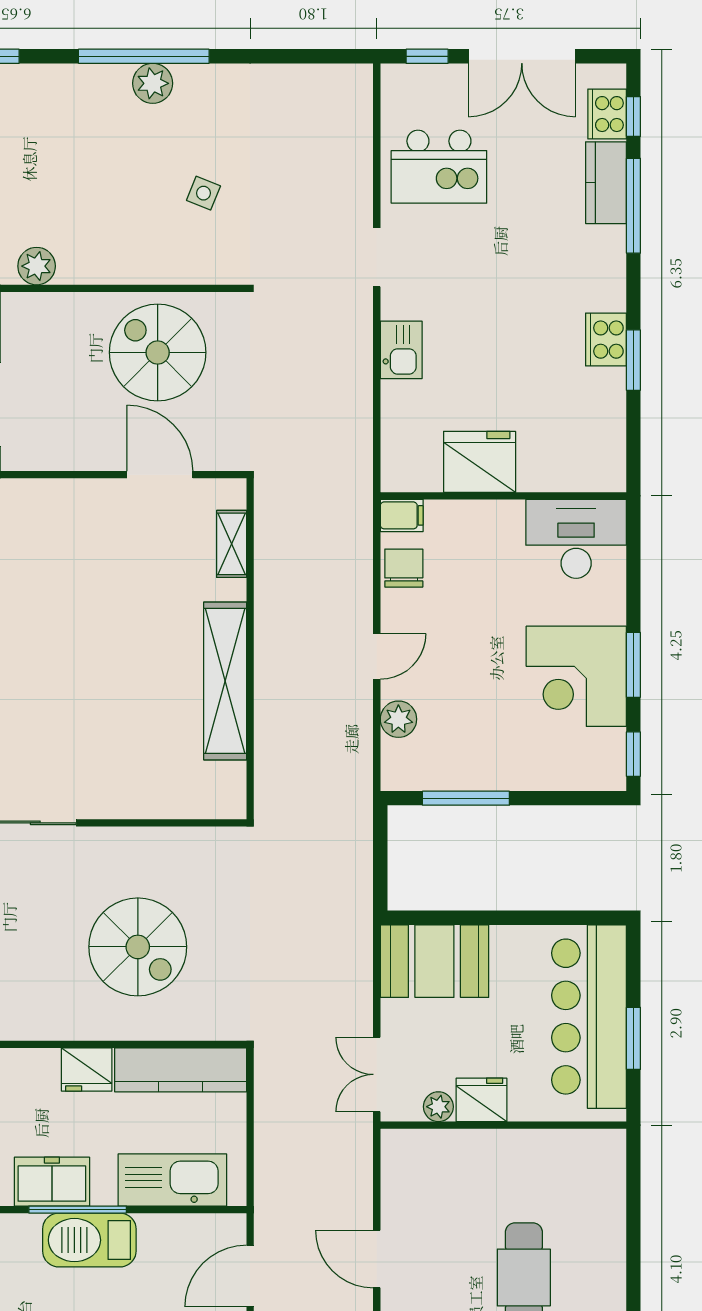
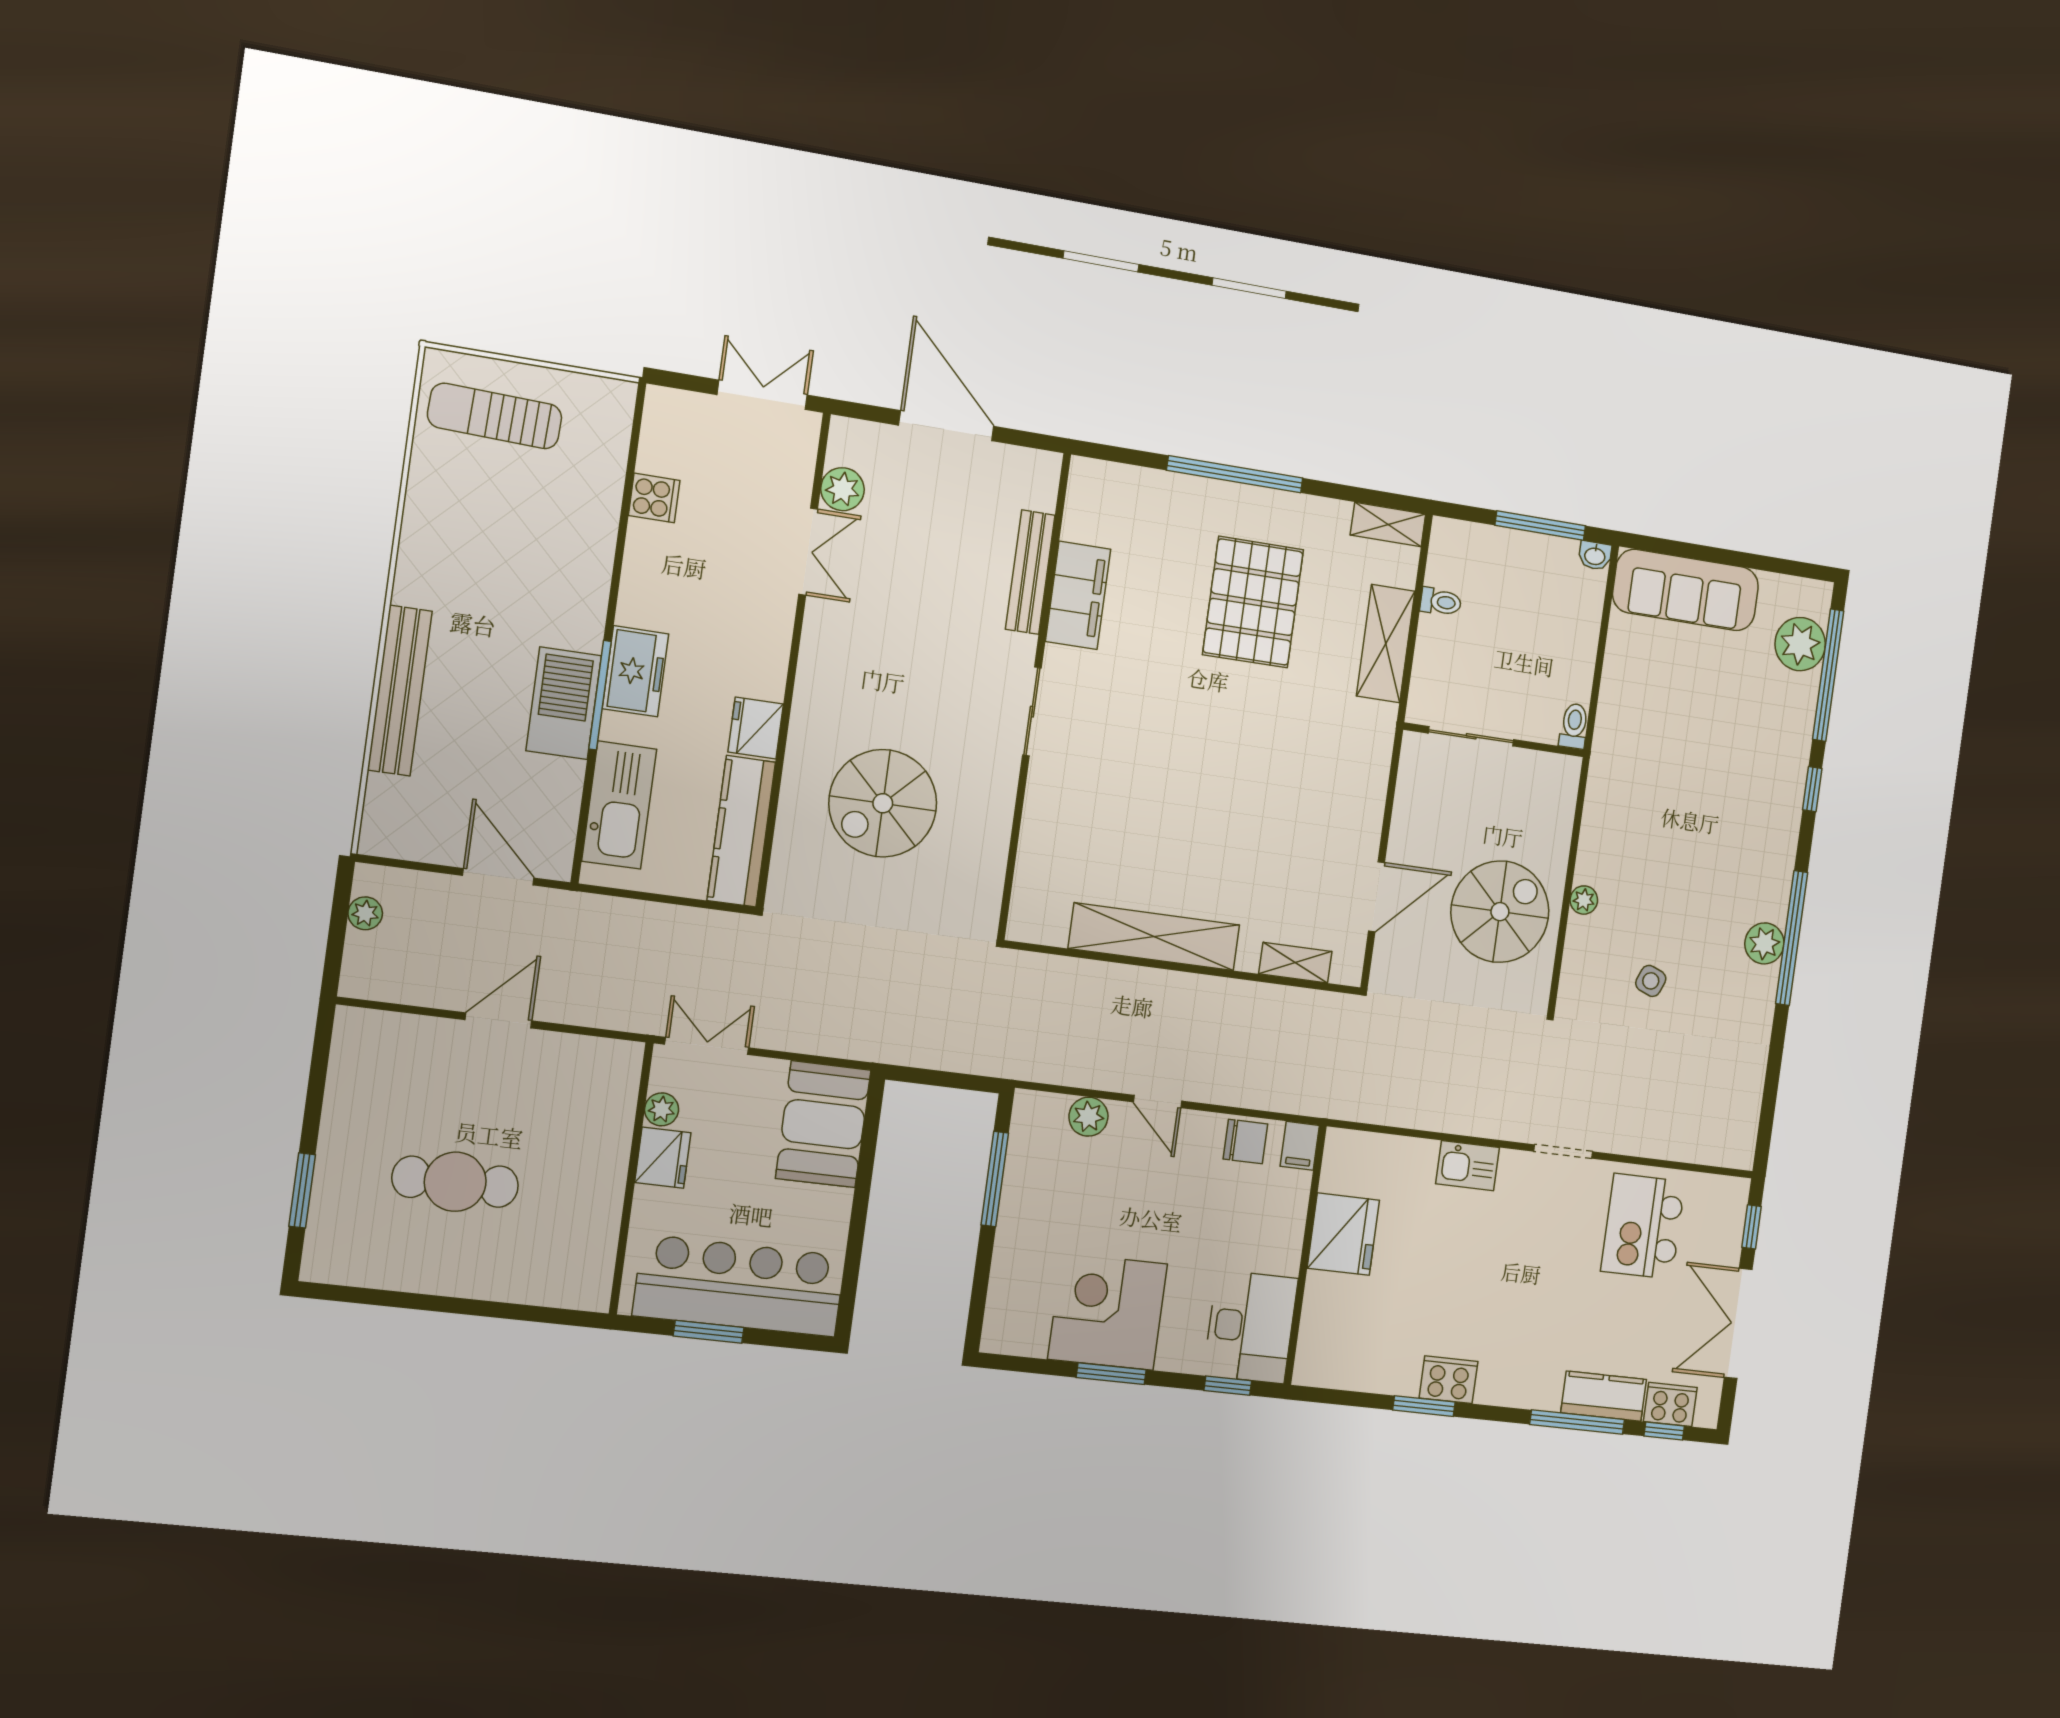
plant: (37, 266) -> (1584, 900), moved, width x0.73, depth x0.73
window: (633, 754) -> (1228, 1386), moved

